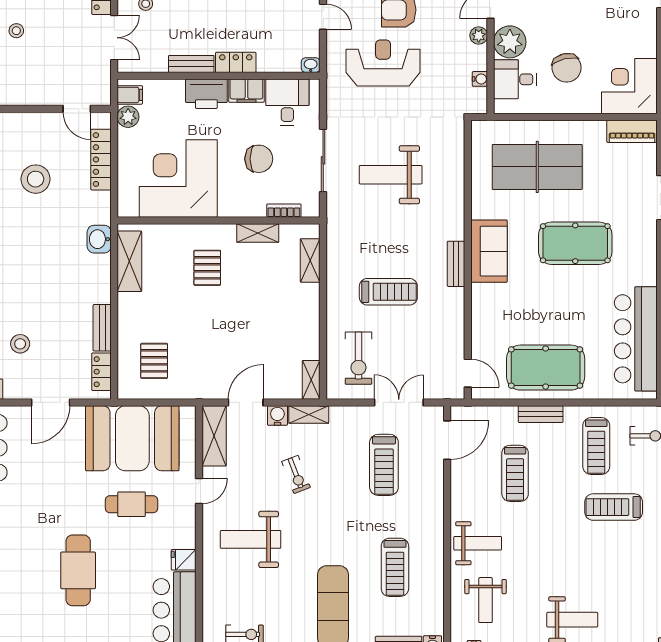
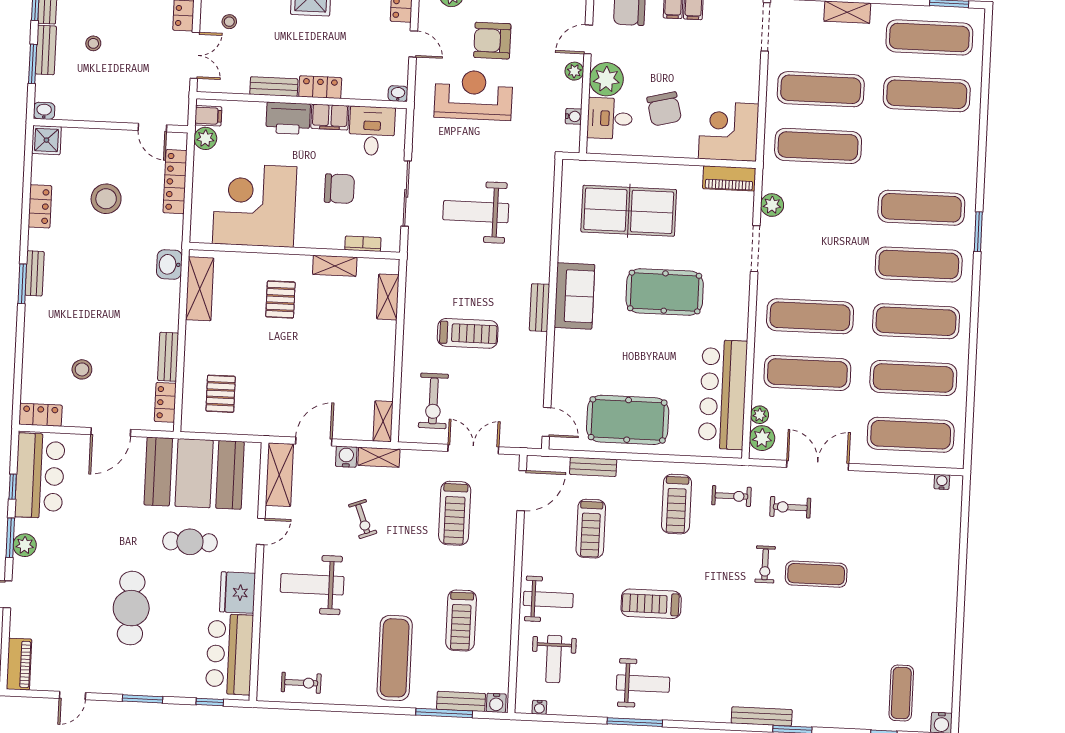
bench: (541, 414) -> (593, 467), moved
treadmill: (614, 507) -> (651, 604), moved
fridge: (184, 560) -> (238, 593), width x1.88, depth x1.34

